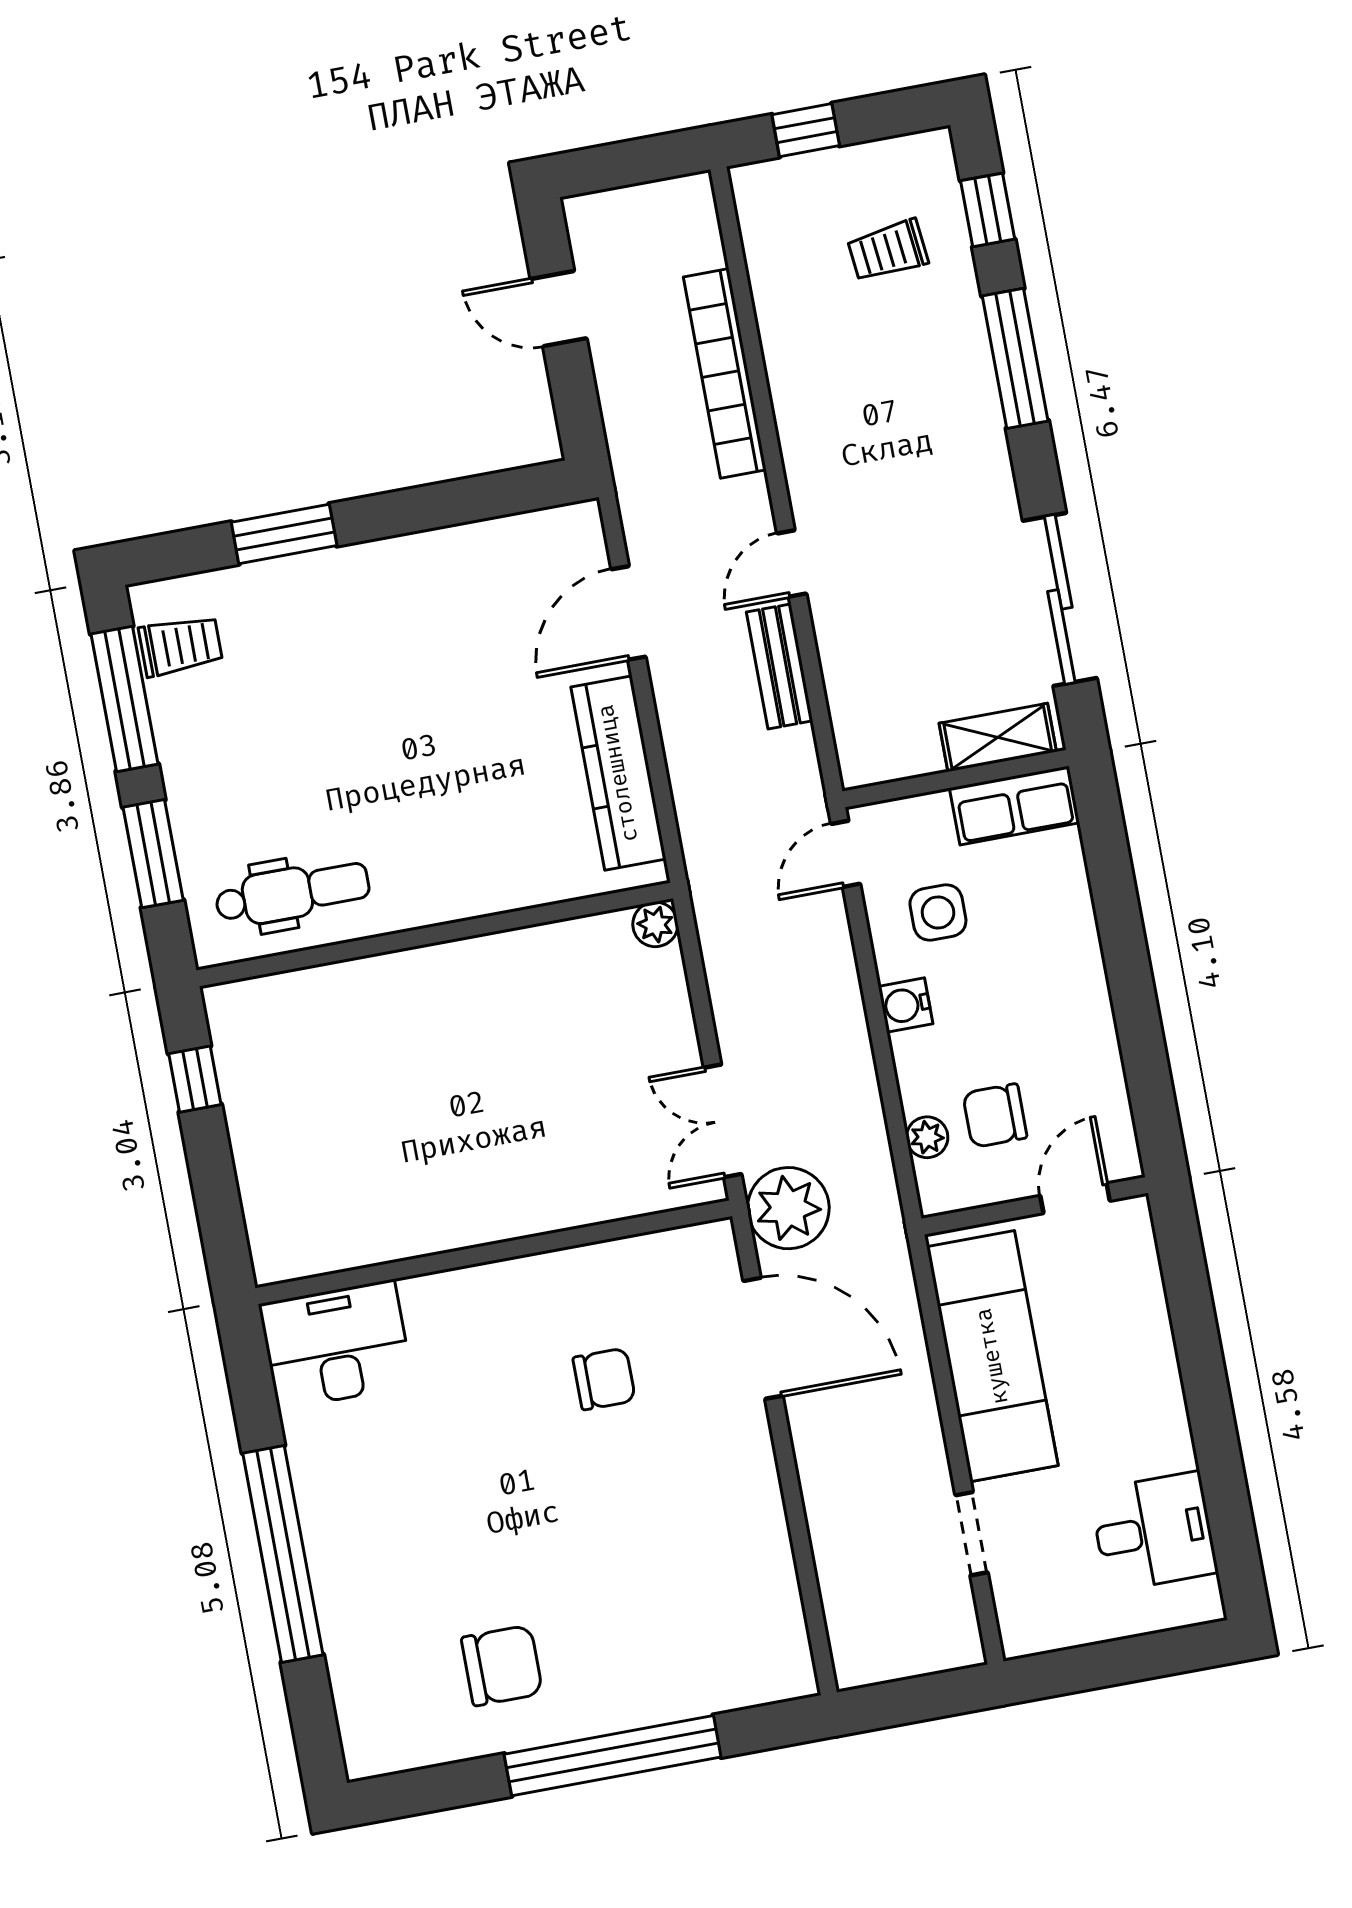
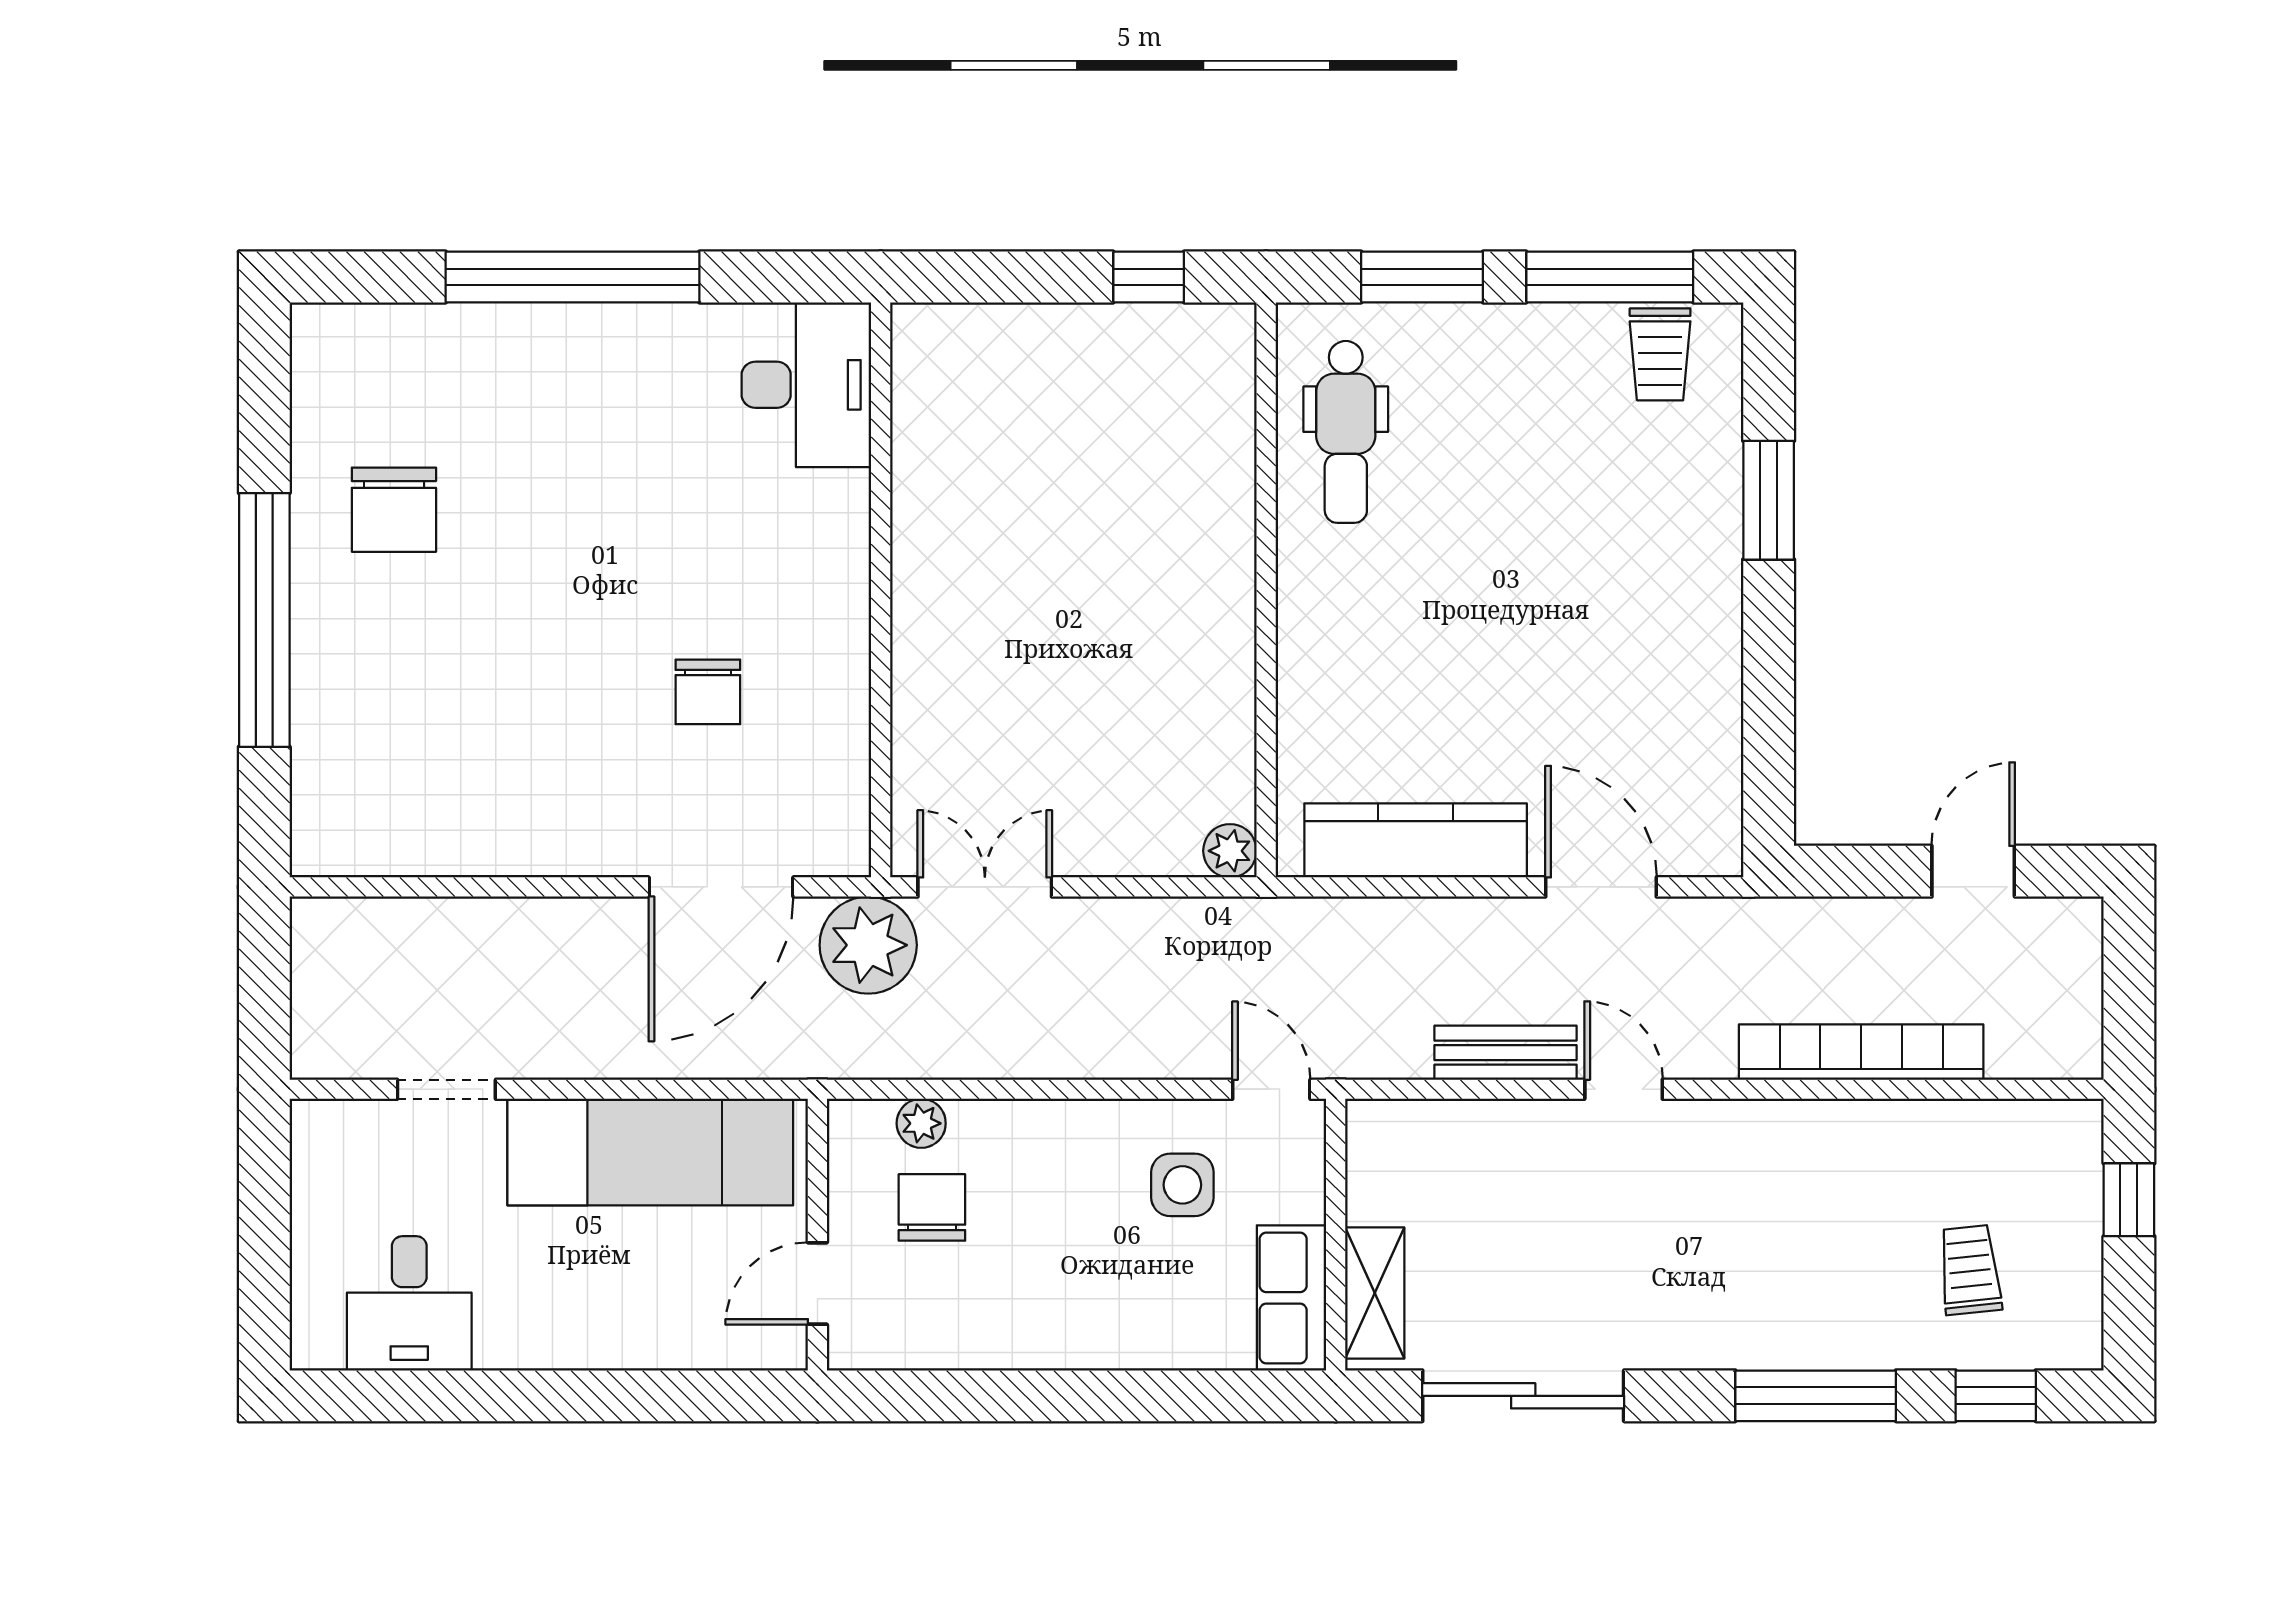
water cooler: (906, 1005) -> (1081, 1127), removed
door: (1075, 1198) -> (817, 1284), swing flipped

